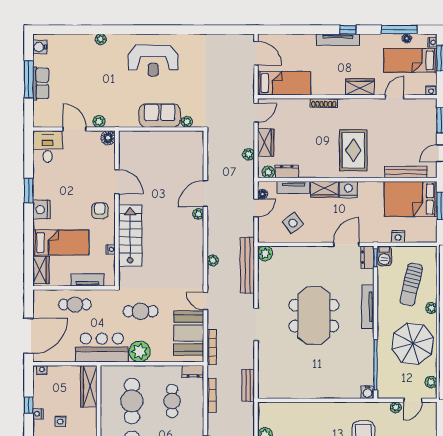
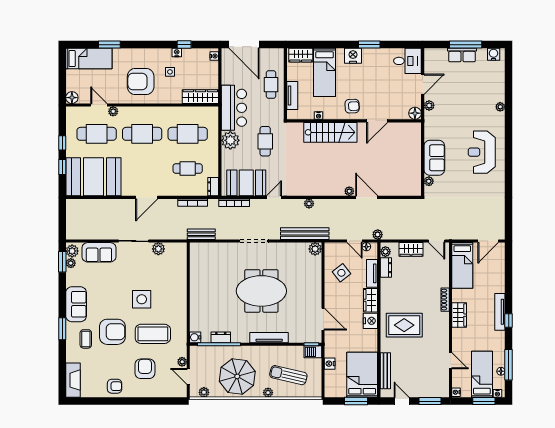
wardrobe: (360, 87) -> (459, 315), moved
plant: (248, 154) -> (378, 235), moved
dresser: (367, 257) -> (221, 337), moved

